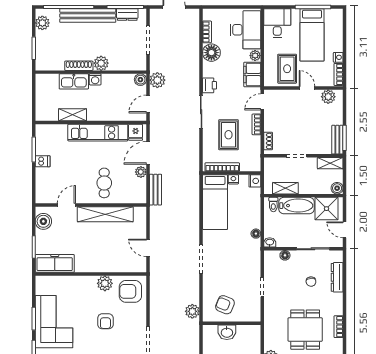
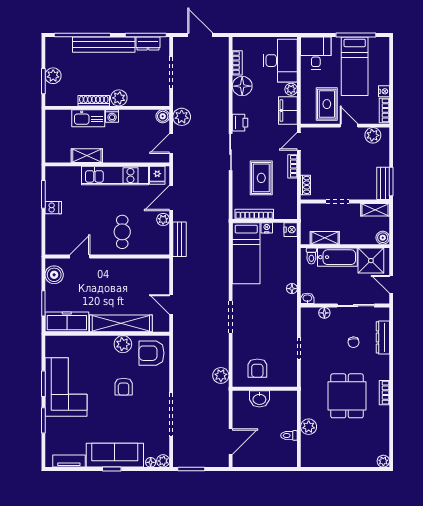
plant: (42, 23) -> (53, 76), moved
shelving: (105, 214) -> (121, 323), moved
armchair: (225, 305) -> (257, 368), turned -112

